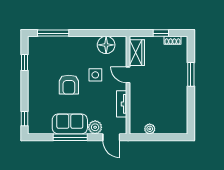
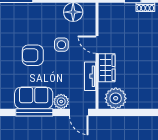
wardrobe: (137, 53) -> (107, 68), moved
armchair: (69, 85) -> (33, 55), turned 90
plant: (150, 129) -> (116, 98), width x1.88, depth x1.88

